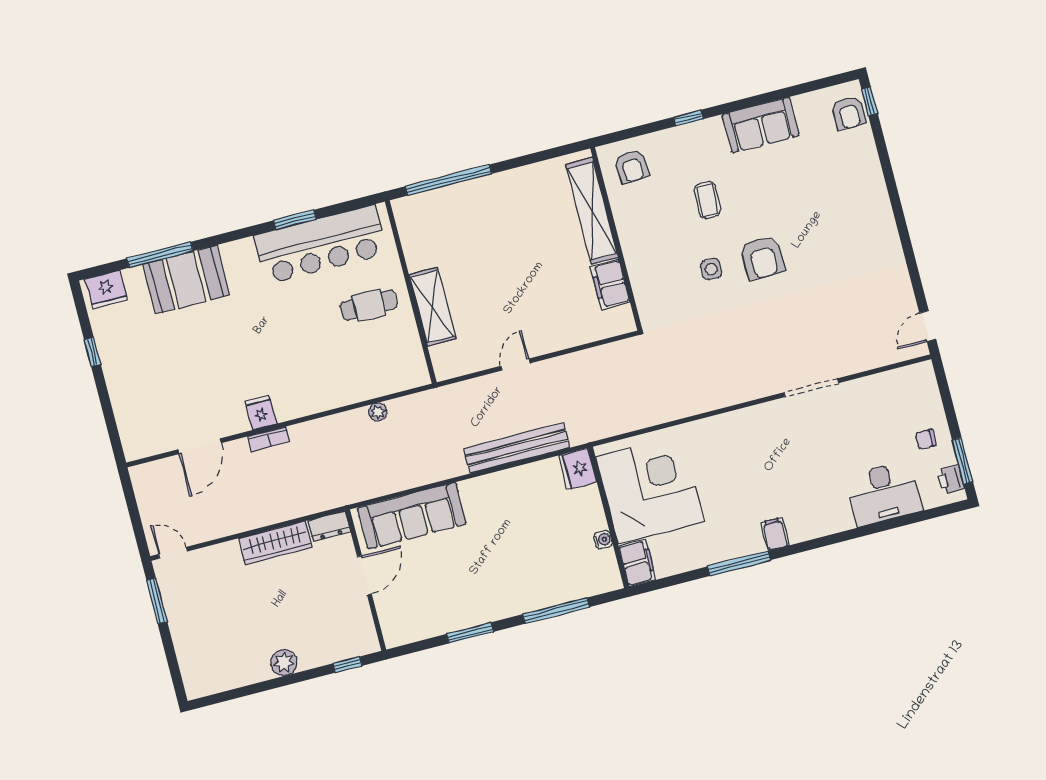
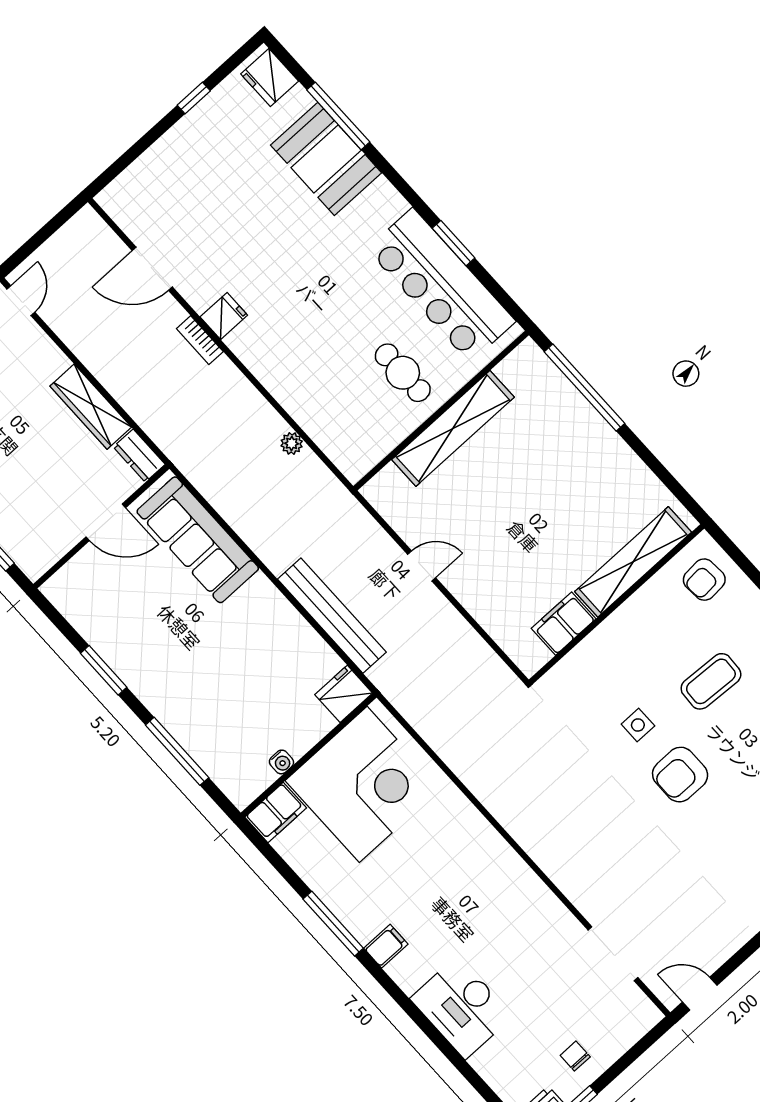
coffee table: (707, 200) -> (711, 681), width x1.36, depth x1.30
shelving: (432, 307) -> (453, 428), width x1.47
doorway: (811, 388) -> (613, 954), moved
desk: (884, 493) -> (461, 1007), moved

